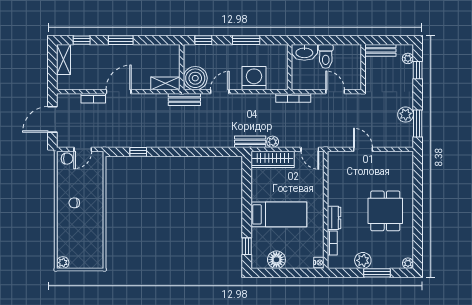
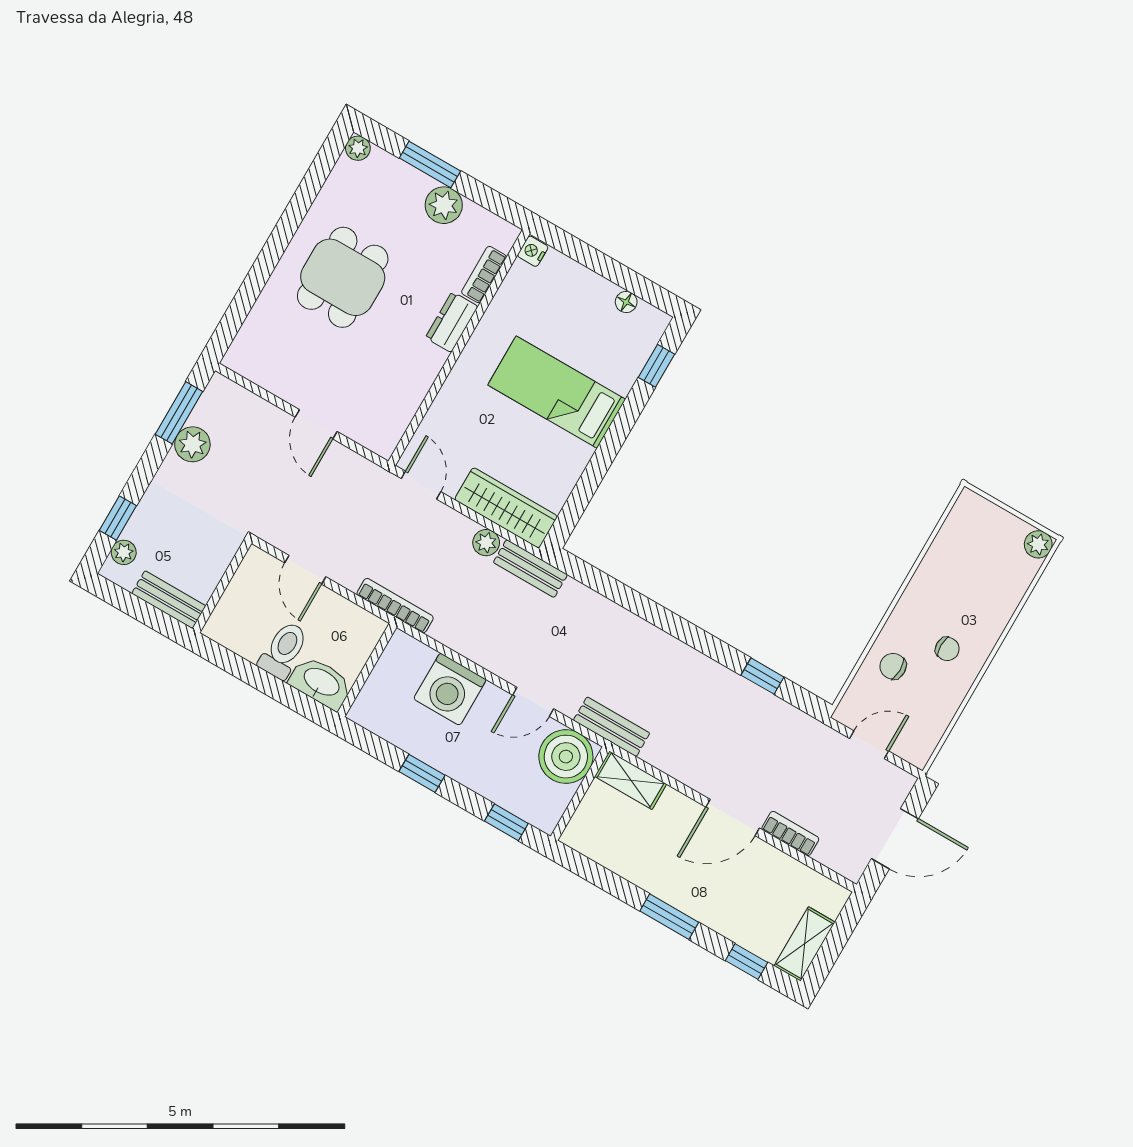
window: (246, 40) -> (422, 773), width x0.67
chair: (67, 159) -> (893, 666), moved
floor lamp: (276, 260) -> (626, 302), width x0.53, depth x0.53

